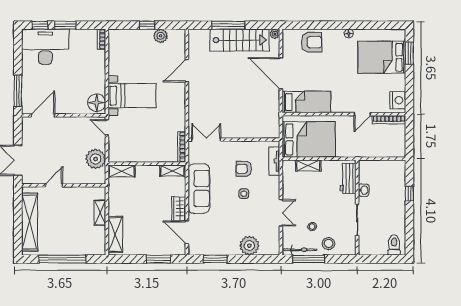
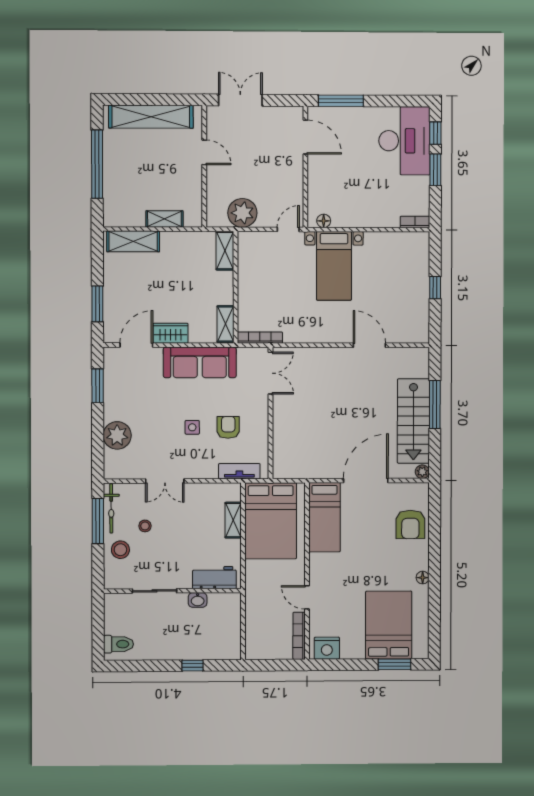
plant: (161, 36) -> (420, 307), removed
floor lamp: (97, 103) -> (324, 221), width x0.53, depth x0.53

